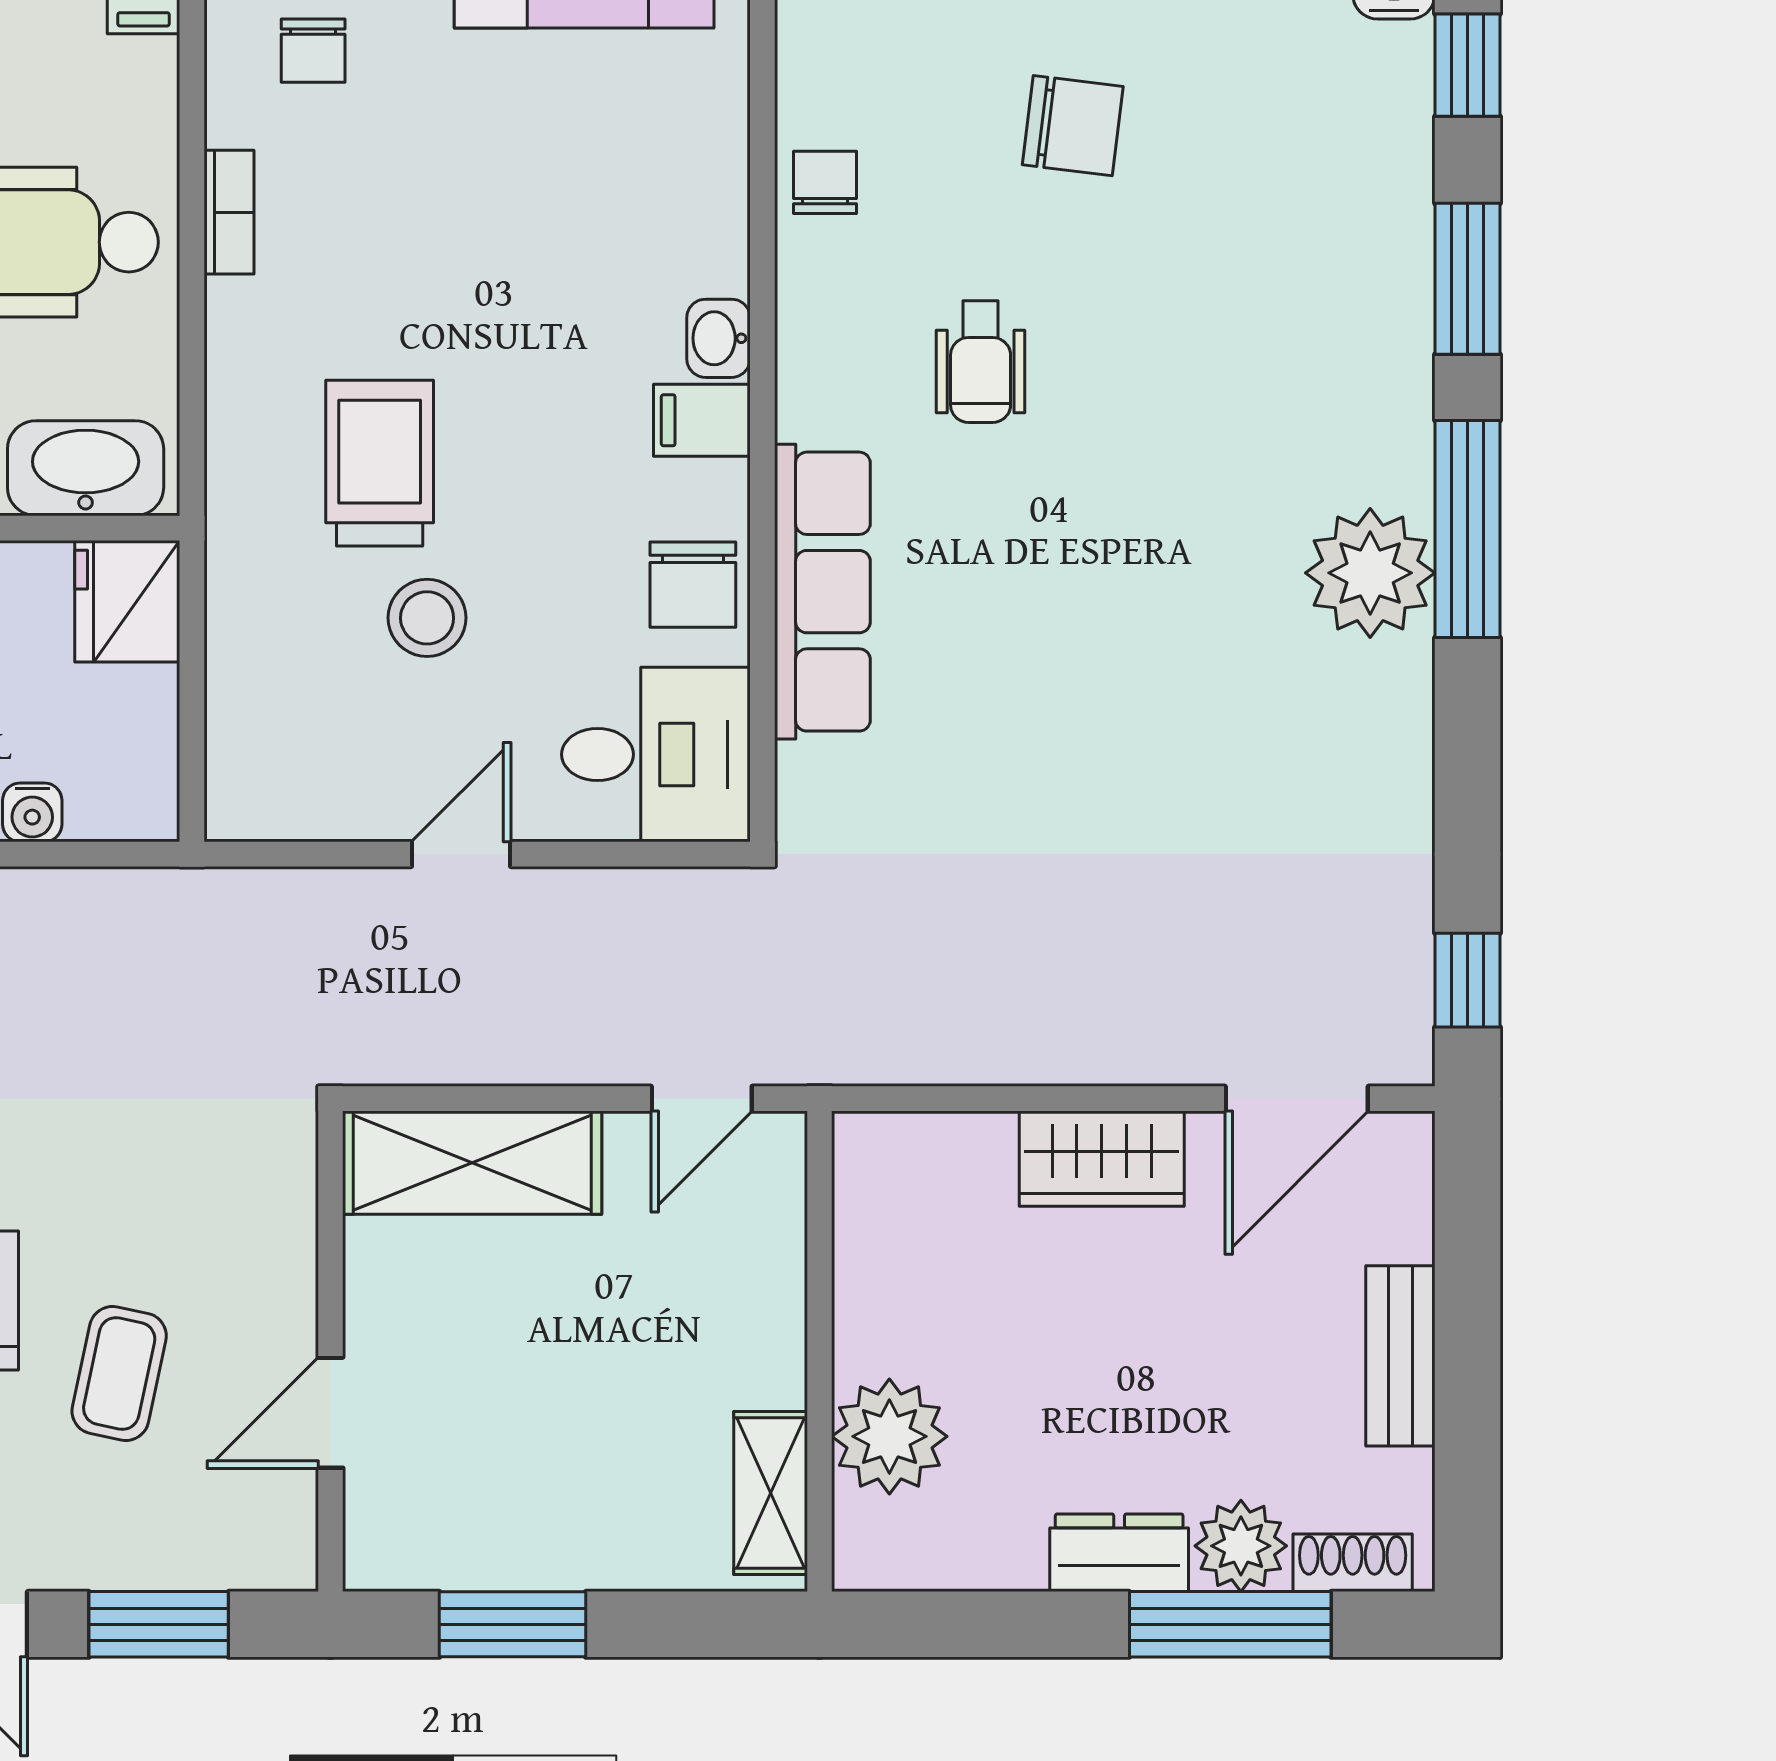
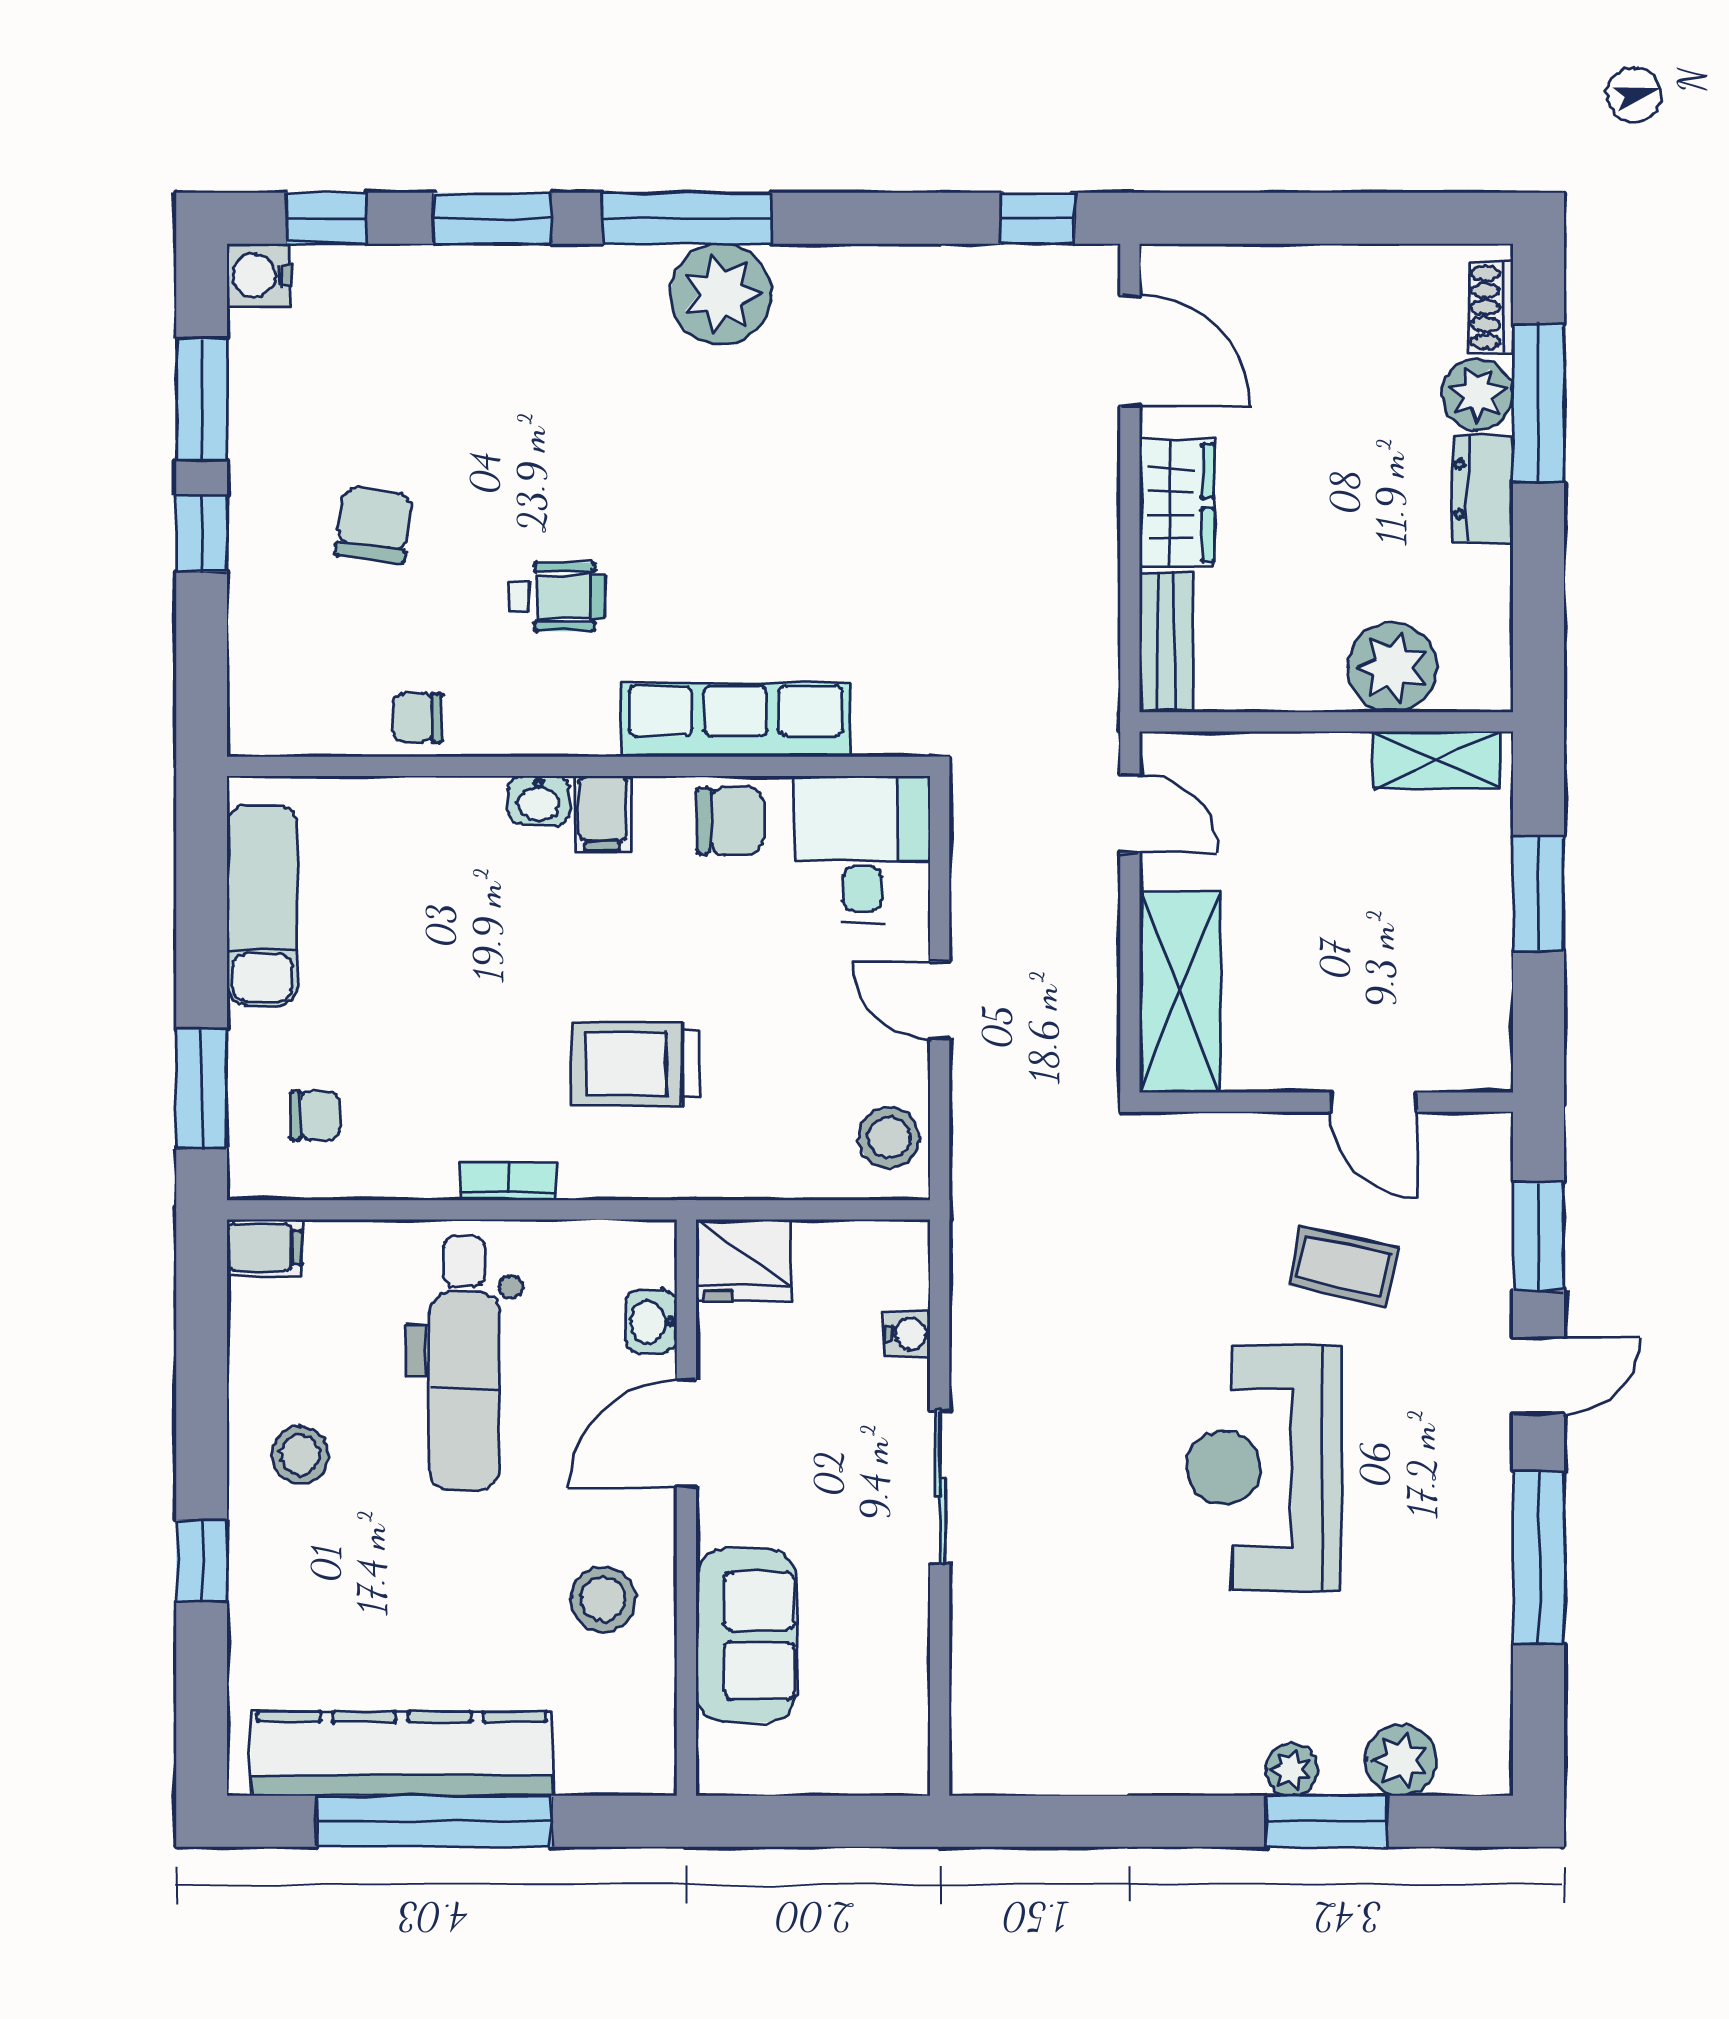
bookcase: (229, 212) -> (508, 1181), moved
washbasin: (86, 468) -> (651, 1321), width x0.52, depth x0.69
stool: (427, 618) -> (889, 1137), moved
bench: (1400, 1356) -> (1166, 642), moved, turned 90
window: (513, 1624) -> (1538, 893), moved

